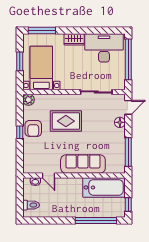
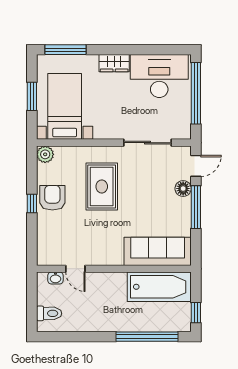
rug: (66, 121) -> (102, 186), turned 90
armchair: (33, 128) -> (52, 198), turned 180
window: (128, 152) -> (196, 207), moved
sofa: (83, 164) -> (158, 251), moved

